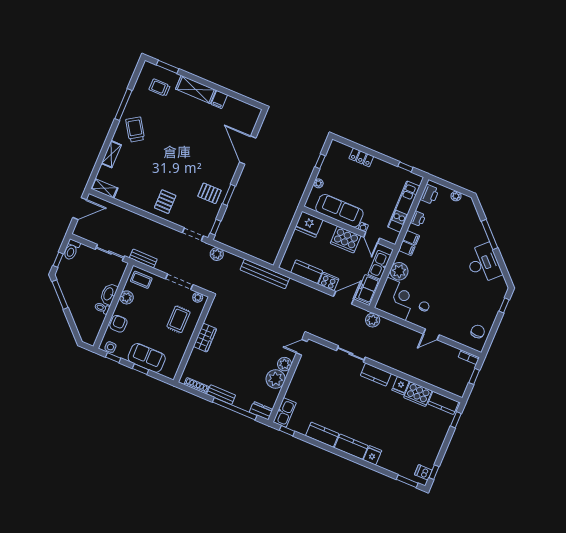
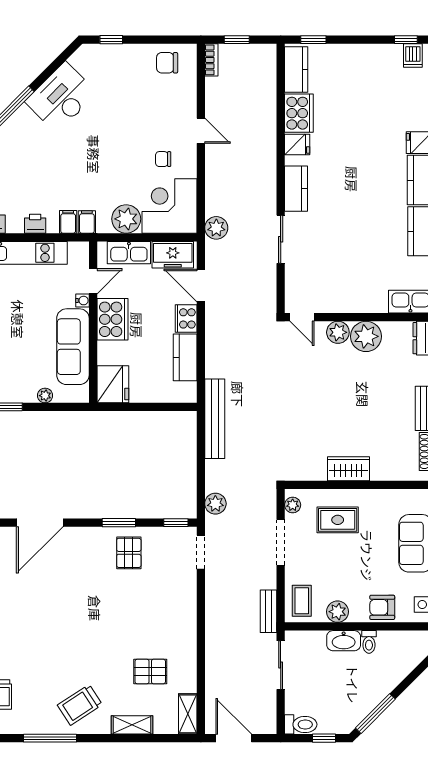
pallet: (165, 202) -> (150, 671), moved

